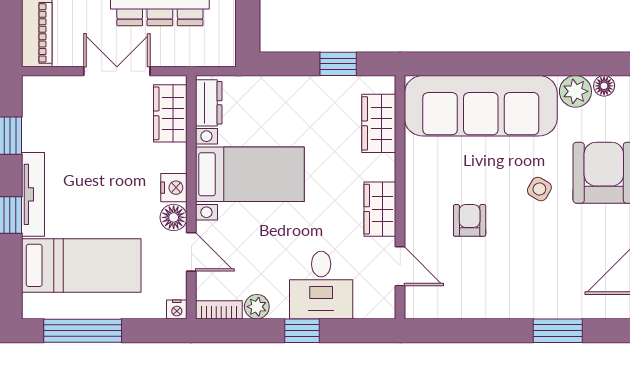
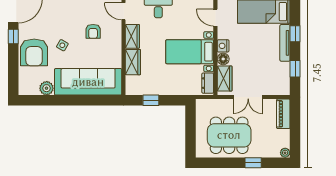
floor lamp: (604, 86) -> (34, 91), removed
wardrobe: (379, 123) -> (133, 62), moved
floor lamp: (174, 217) -> (223, 59), moved

